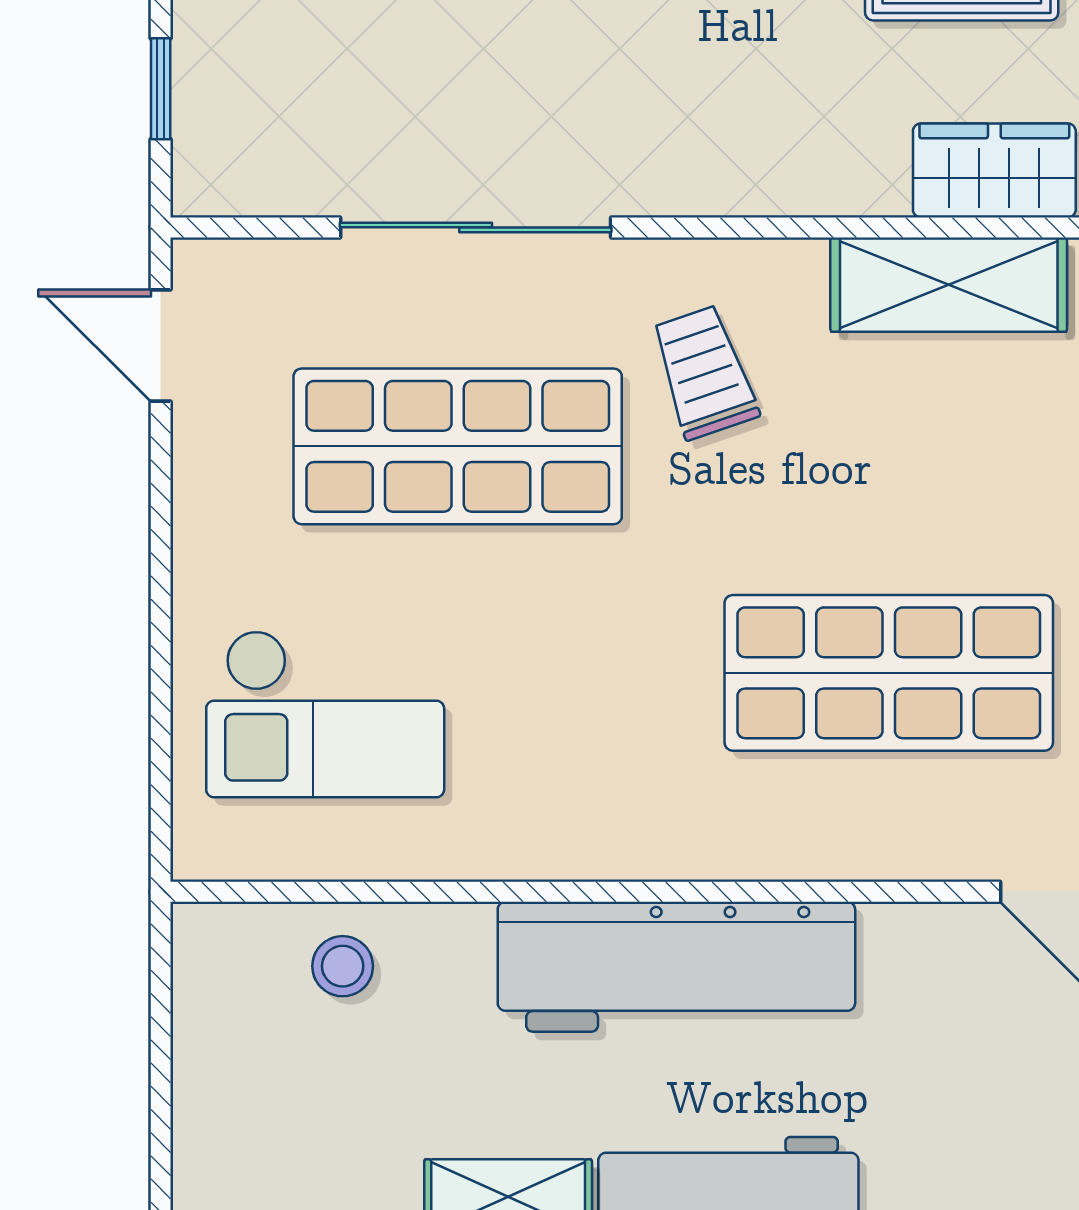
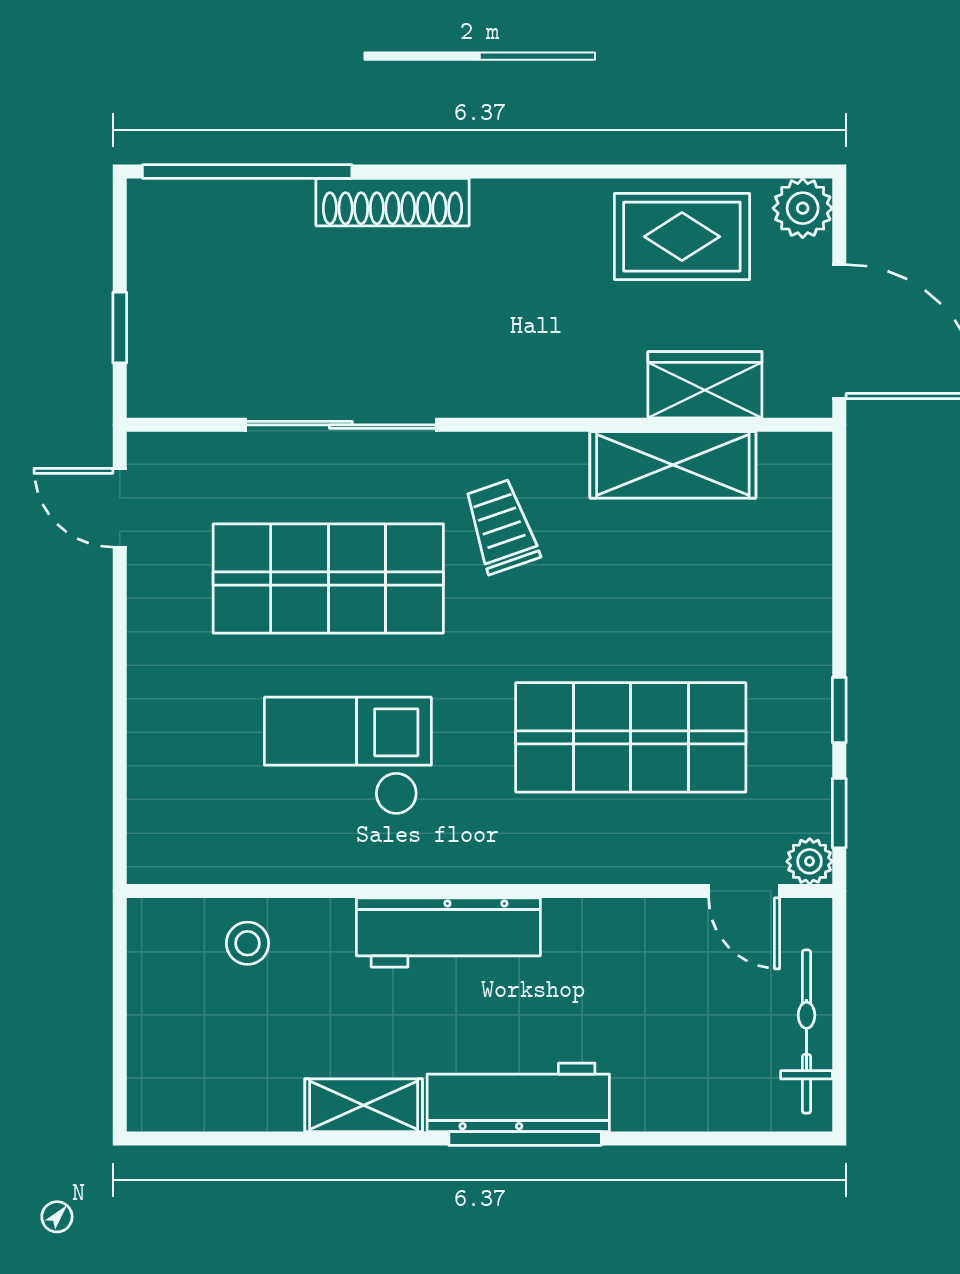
checkout: (325, 714) -> (348, 756), moved, turned 180
workbench: (676, 967) -> (448, 933), width x0.73, depth x0.76

